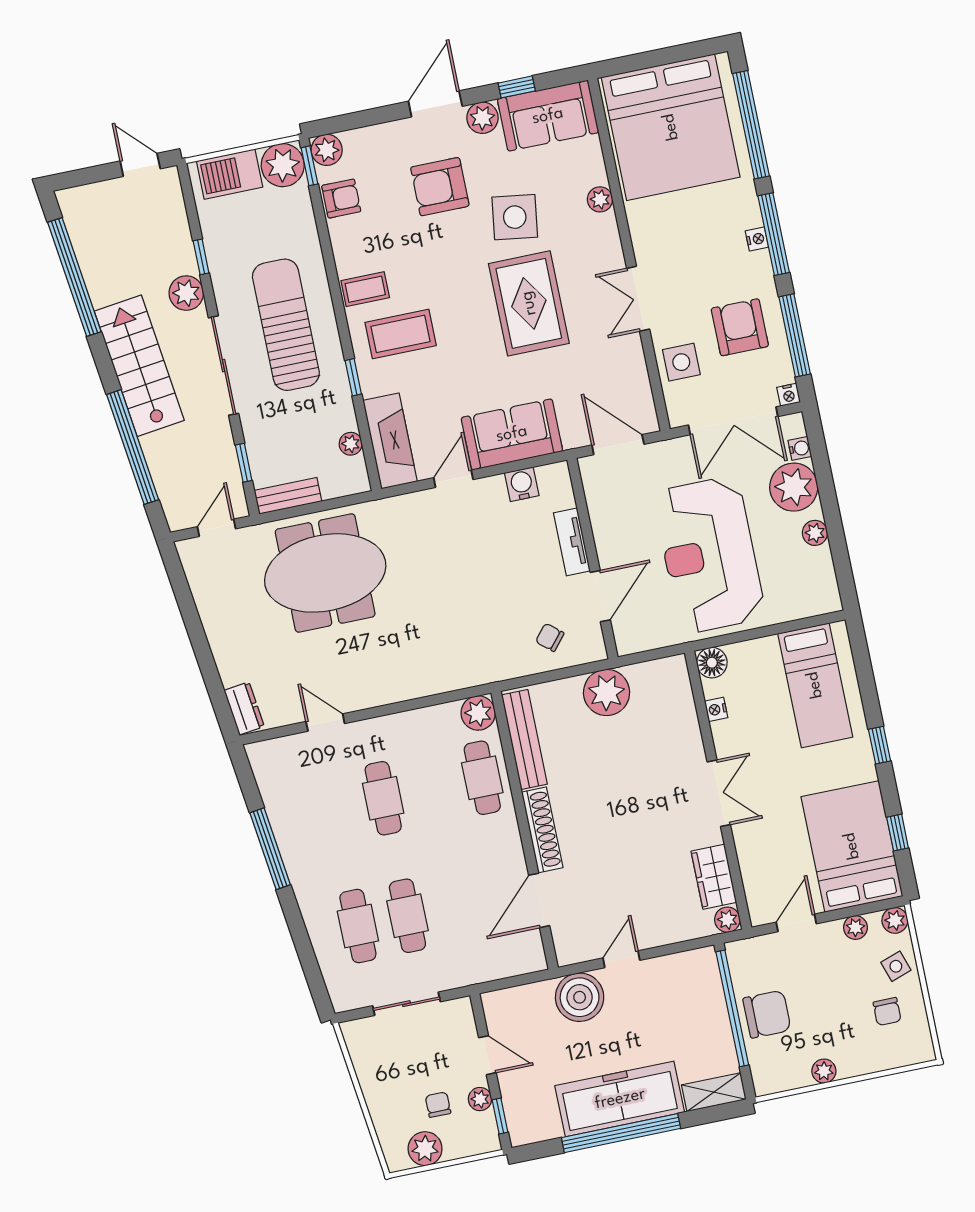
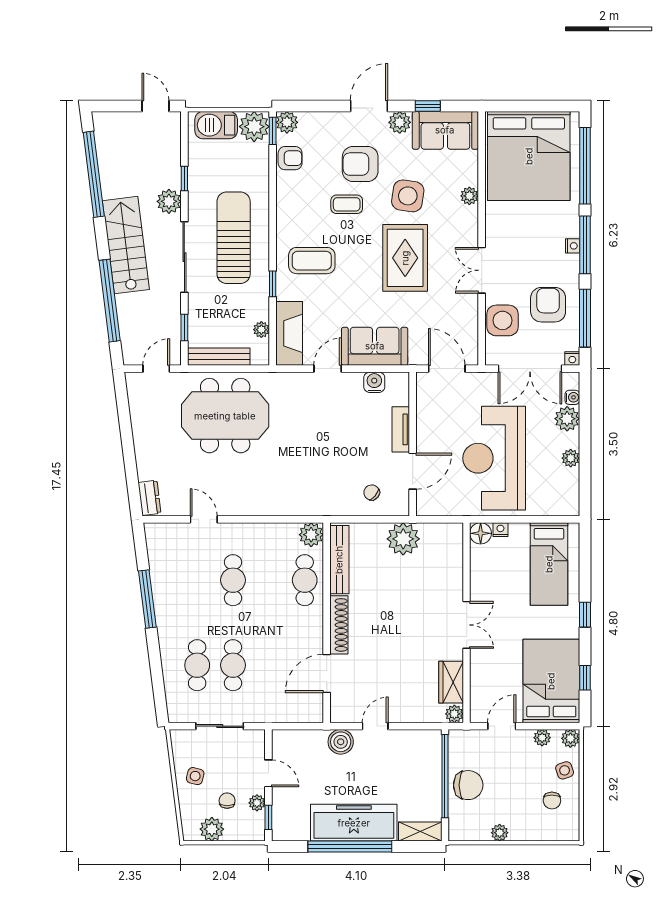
coffee table: (365, 289) -> (347, 204), moved
side table: (681, 362) -> (502, 320), width x1.37, depth x1.37
plant: (794, 487) -> (567, 419), width x0.73, depth x0.73
bench: (288, 496) -> (219, 357), width x1.36
nightstand: (716, 709) -> (500, 530), moved, turned 90
boiler: (580, 997) -> (341, 742), width x0.73, depth x0.73
side table: (387, 1080) -> (195, 776), added

